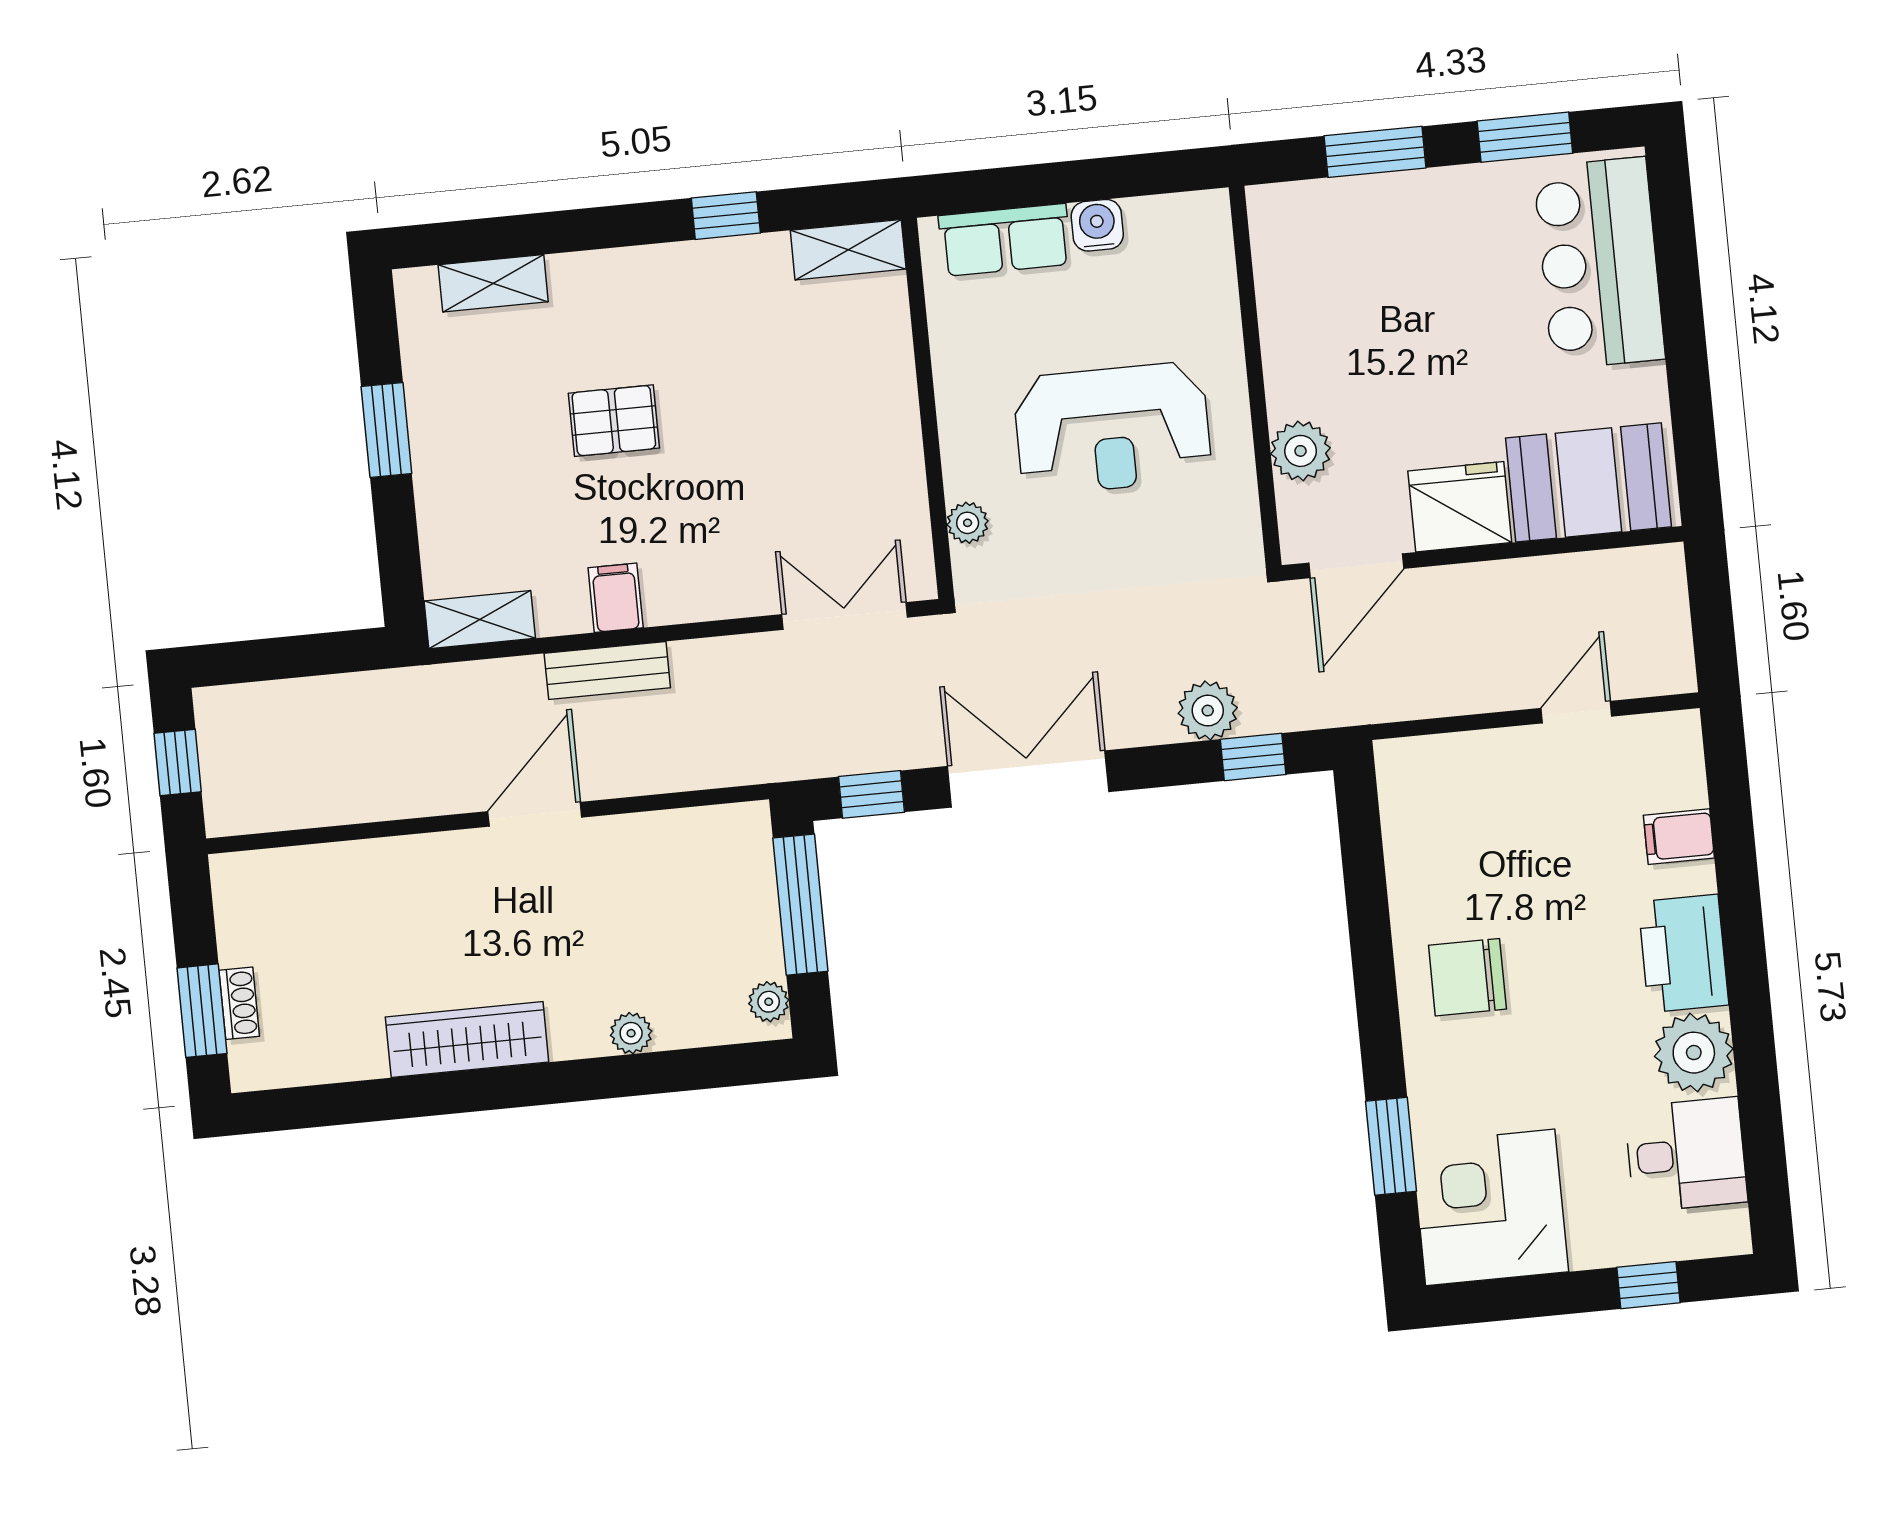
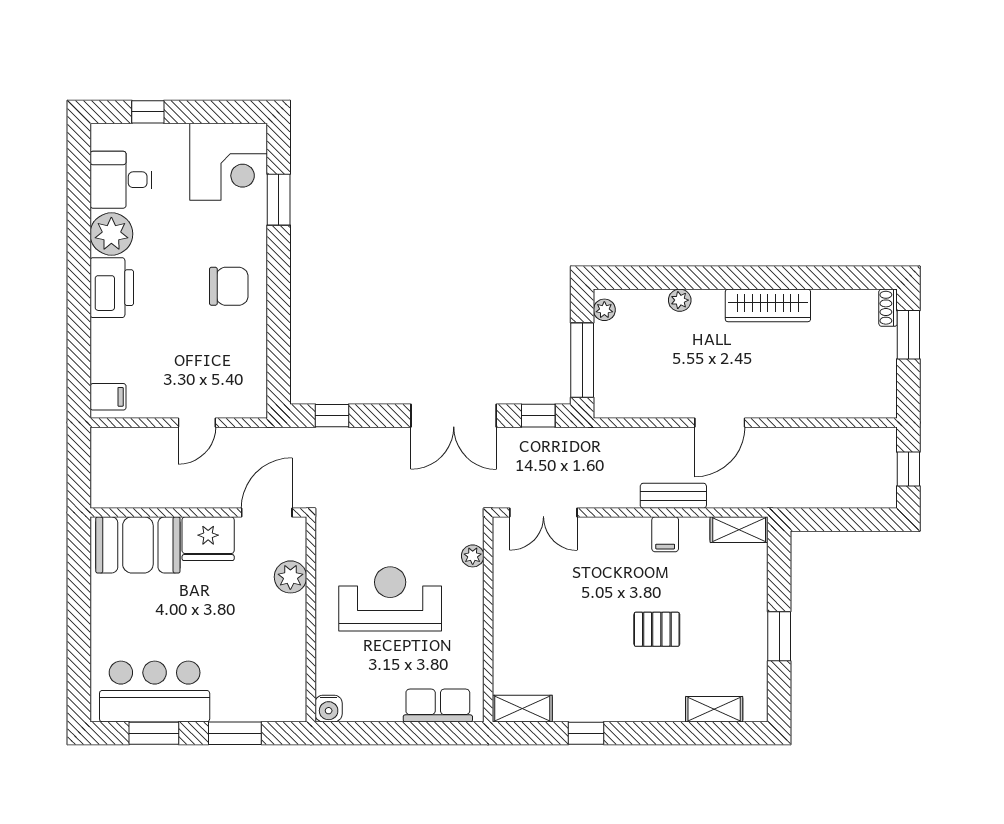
water cooler: (1097, 225) -> (329, 709), moved
bar counter: (1599, 263) -> (155, 691), moved, turned -90
plant: (1208, 711) -> (354, 443), removed
door: (1576, 712) -> (197, 423), moved
filing cabinet: (1679, 837) -> (108, 397), moved
shoe rack: (239, 1003) -> (888, 308), moved

